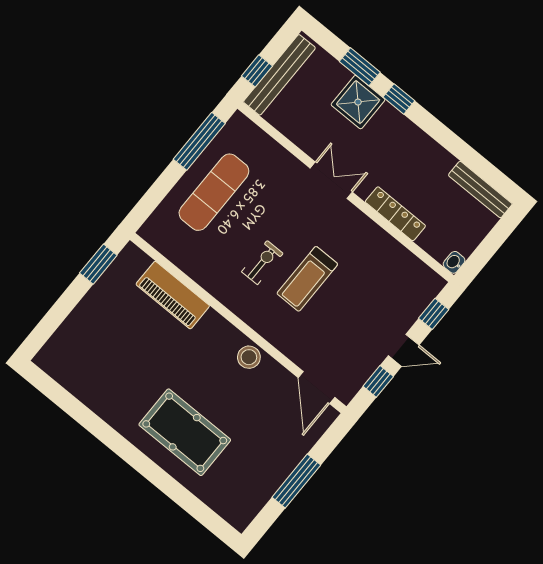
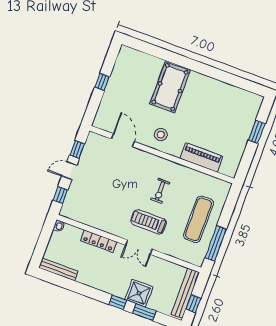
window: (257, 71) -> (193, 304), moved
window: (98, 264) -> (257, 132), moved
treadmill: (307, 279) -> (149, 222), moved, turned -90
stool: (249, 357) -> (161, 135), moved
door: (316, 387) -> (123, 140), moved
pool table: (185, 432) -> (170, 87), turned 90
window: (296, 481) -> (102, 82), width x0.46

